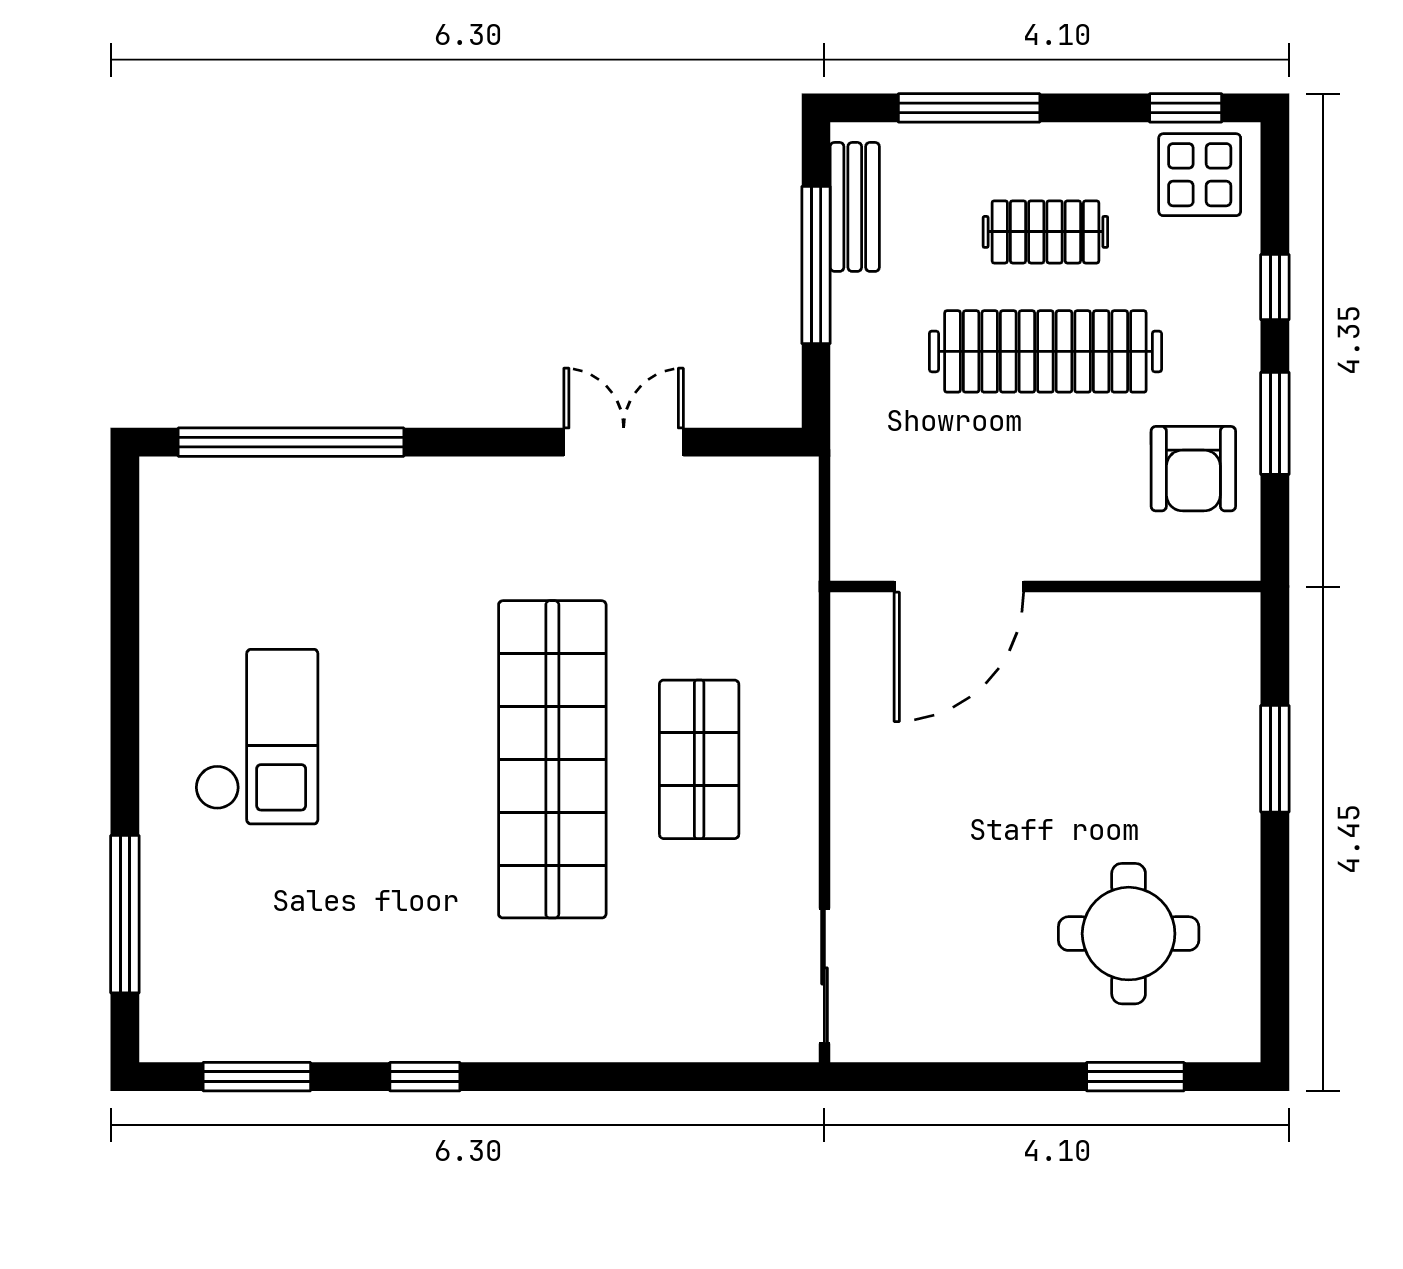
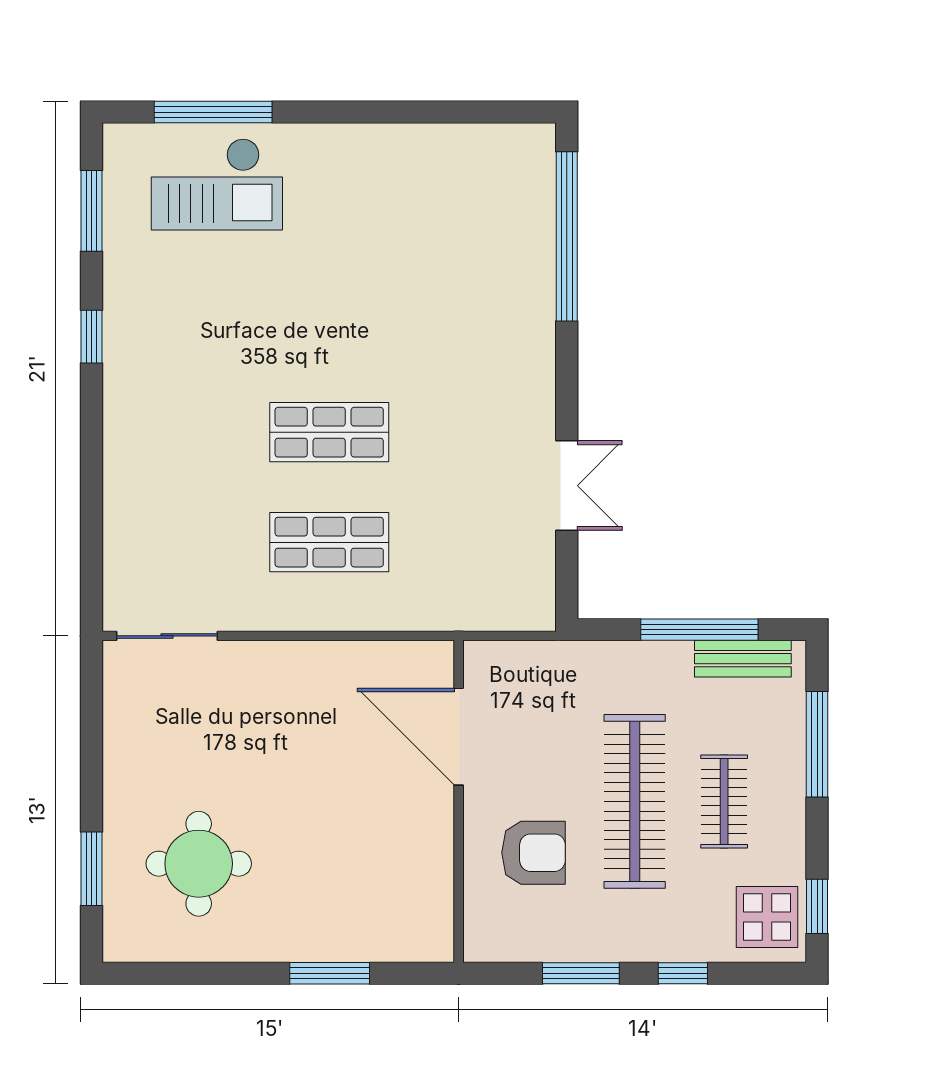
armchair: (1193, 469) -> (534, 853), moved, turned 180
checkout: (257, 737) -> (217, 184), moved
shop shelf: (552, 759) -> (329, 432), width x0.50, depth x0.74

